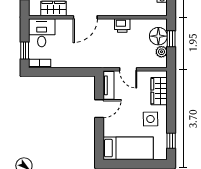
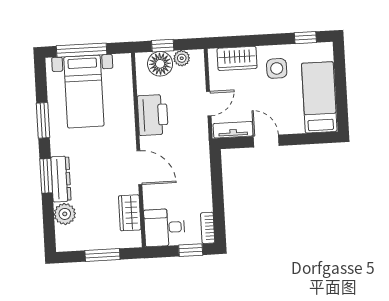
printer: (122, 26) -> (153, 115), width x1.87, depth x1.48

